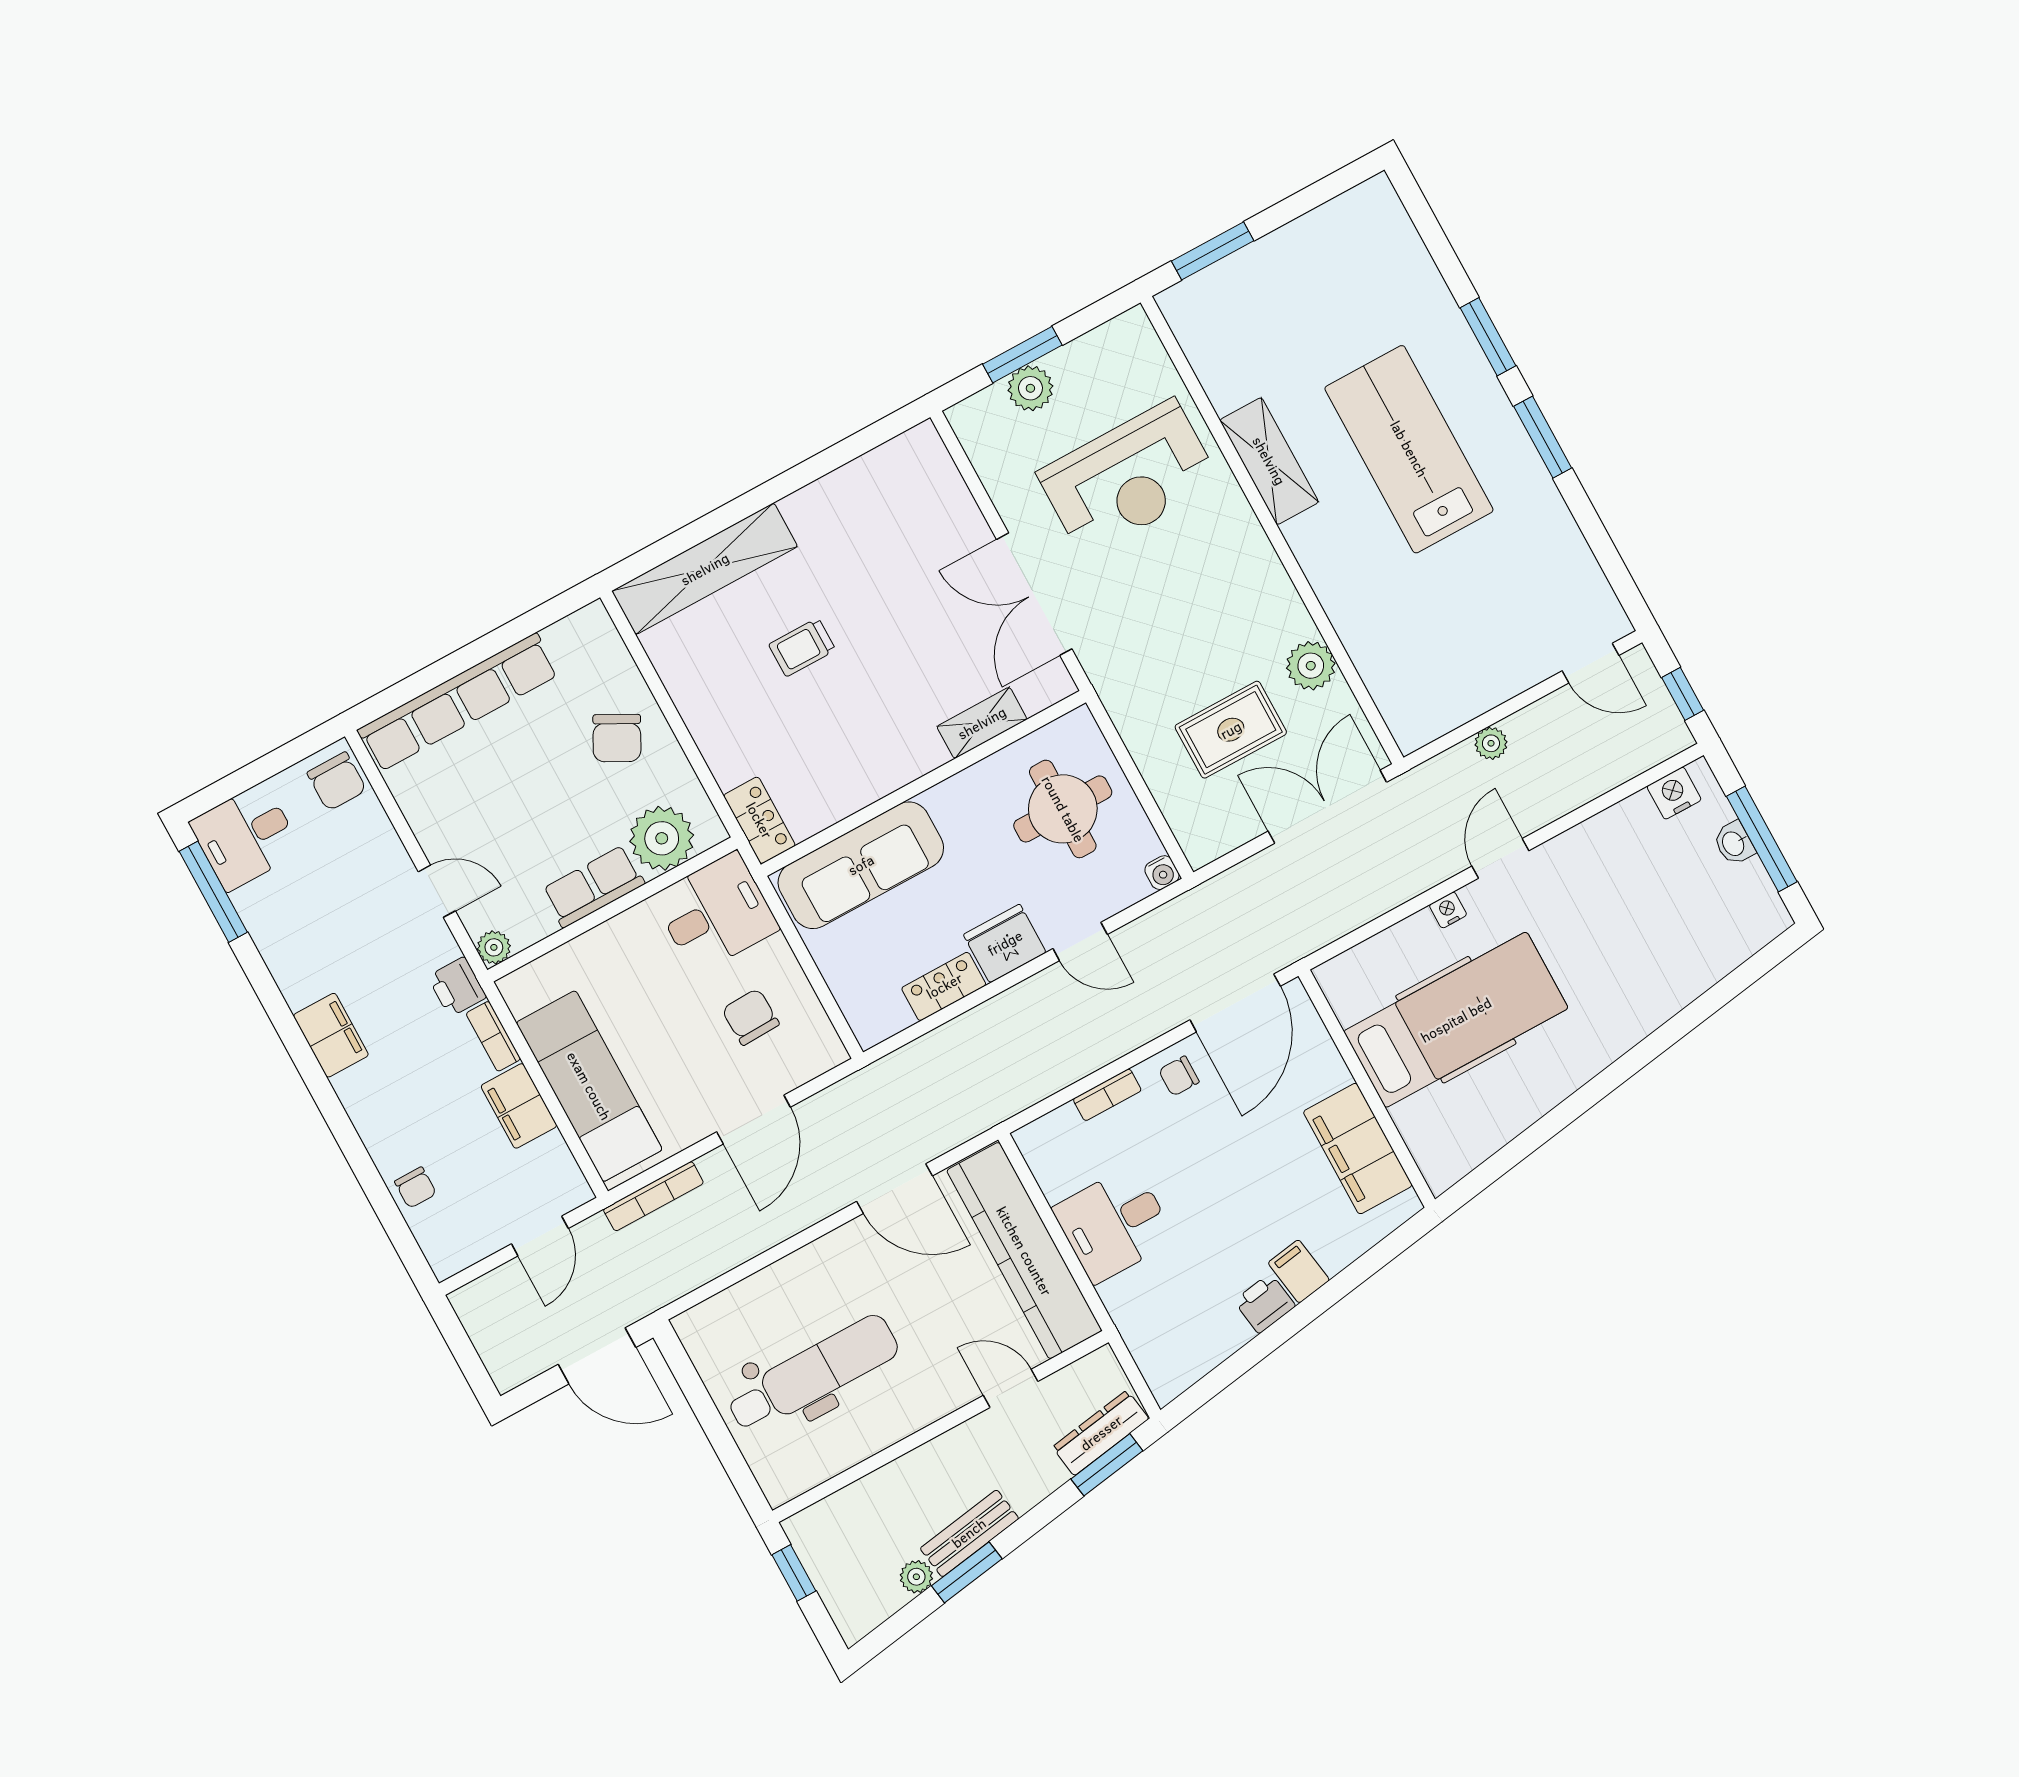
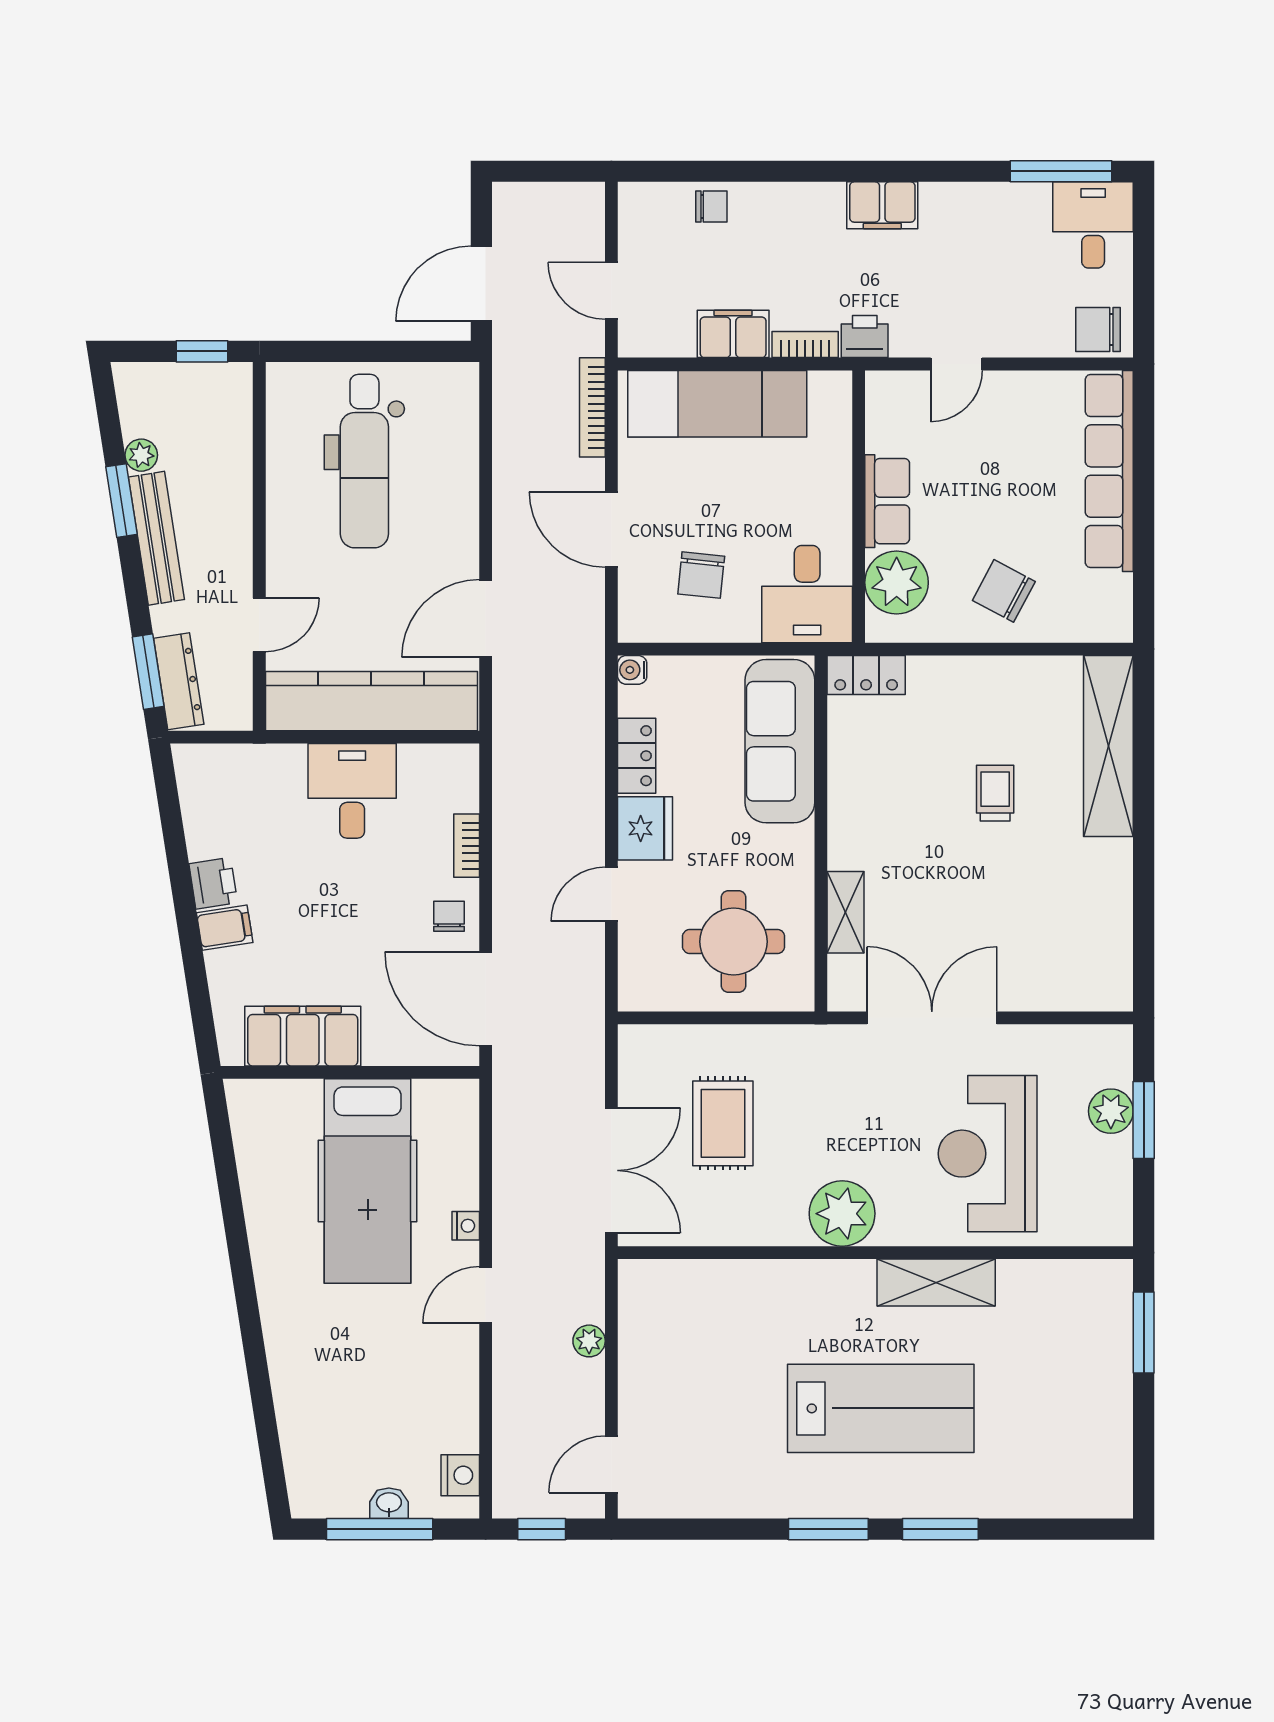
plant: (1311, 666) -> (842, 1214), moved, width x1.36, depth x1.36
door: (1500, 858) -> (486, 1295), swing flipped
water cooler: (1162, 873) -> (632, 670), moved
plant: (494, 947) -> (881, 387), removed
chair: (750, 1017) -> (701, 575), turned 98
chair: (415, 1188) -> (711, 207), turned 180
bench: (969, 1533) -> (156, 538), width x1.36

